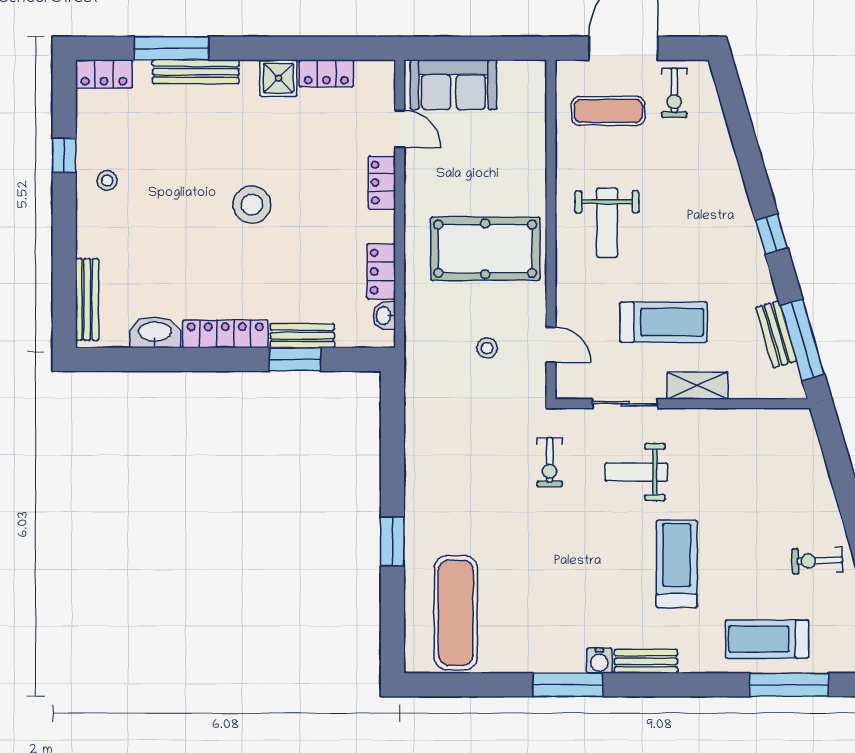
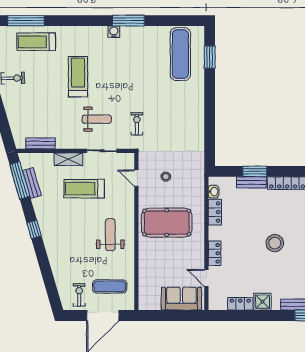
window: (392, 542) -> (210, 57), moved
treadmill: (677, 564) -> (78, 77), turned 180
treadmill: (767, 639) -> (36, 42), turned 180
bench: (646, 661) -> (41, 143), moved

